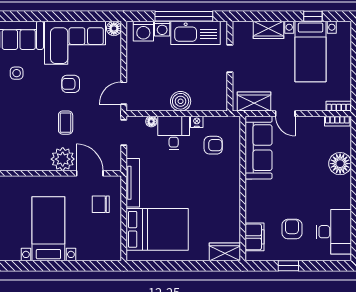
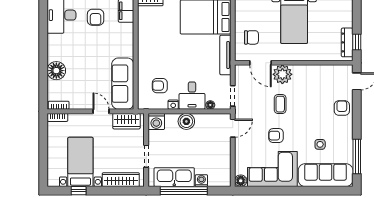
wardrobe: (269, 30) -> (121, 180), width x1.50
washing machine: (143, 31) -> (156, 121), moved, turned 180
armchair: (71, 84) -> (276, 136), turned 180

